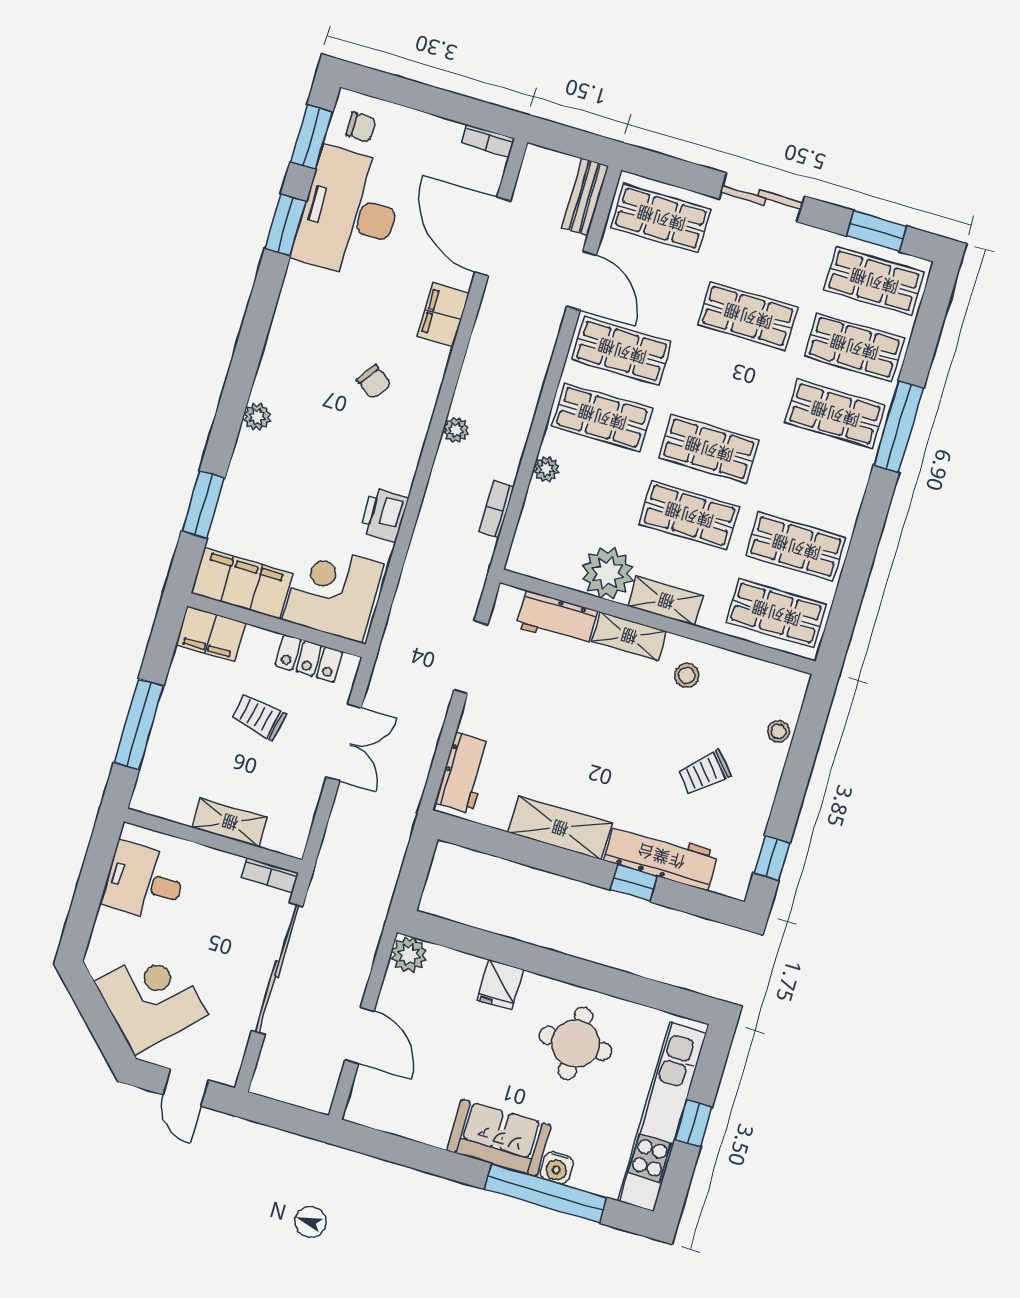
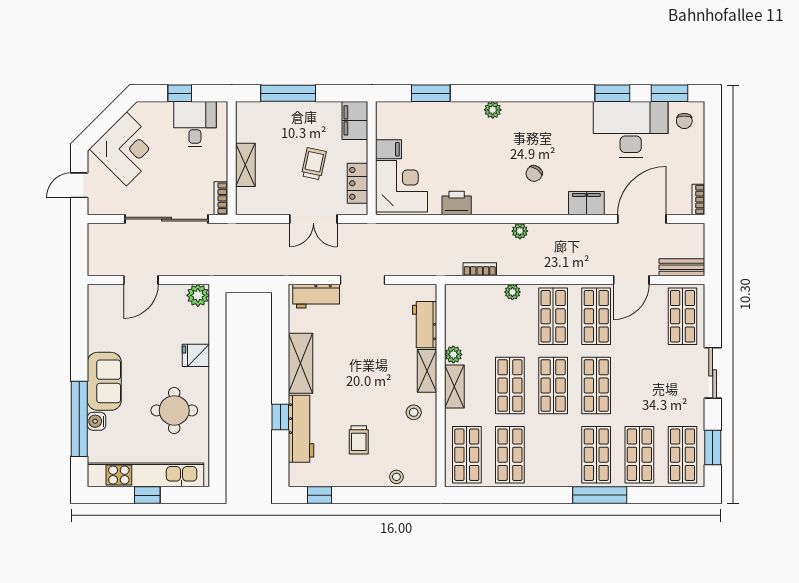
shop shelf: (748, 316) -> (596, 386), moved
plant: (608, 573) -> (453, 354), width x0.53, depth x0.53
filing cabinet: (242, 583) -> (388, 149), width x0.33, depth x0.86
doorway: (471, 657) -> (362, 280), moved
trolley: (704, 773) -> (359, 440), turned -138
window: (89, 891) -> (180, 93), added

